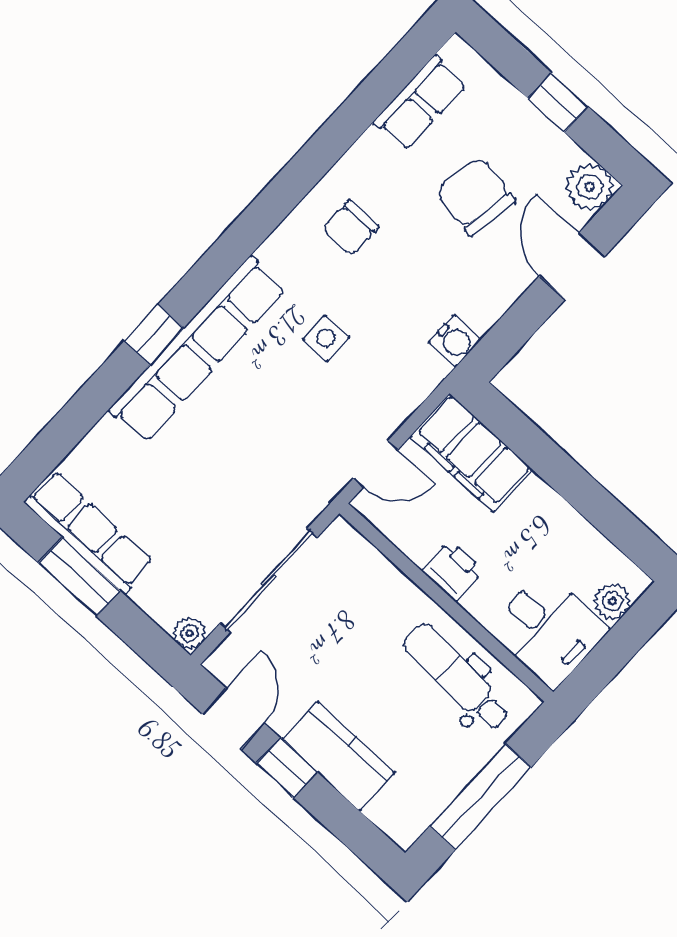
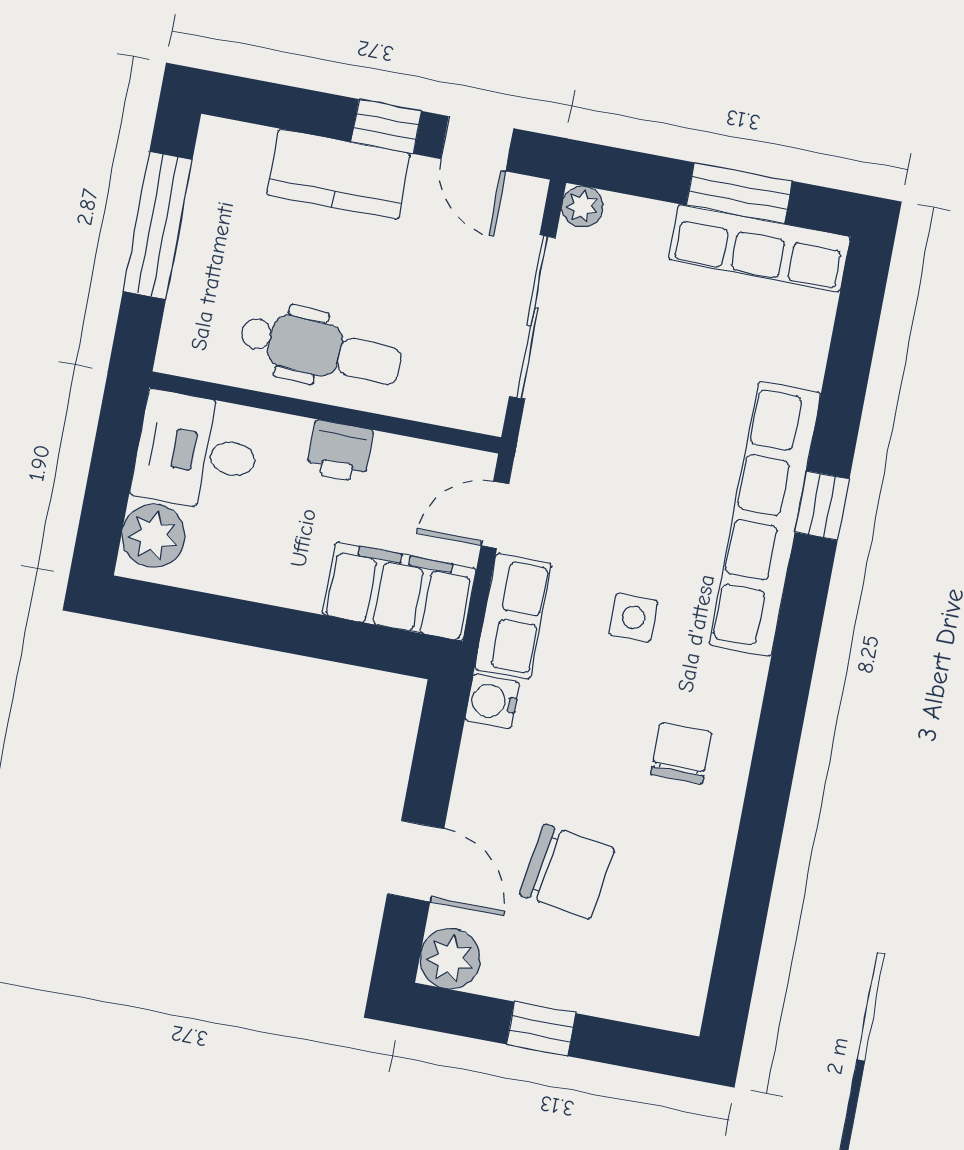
row of seats: (420, 103) -> (513, 616), moved, turned 180
plant: (612, 601) -> (153, 536), width x1.38, depth x1.38
dental chair: (457, 678) -> (321, 349), moved

